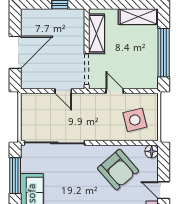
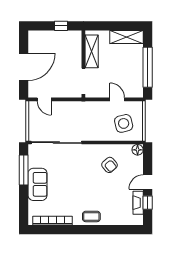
door: (63, 91) -> (44, 99), moved
door: (115, 91) -> (117, 99), moved
armchair: (118, 170) -> (110, 165), width x0.53, depth x0.53
door: (164, 190) -> (148, 182), hinge flipped

